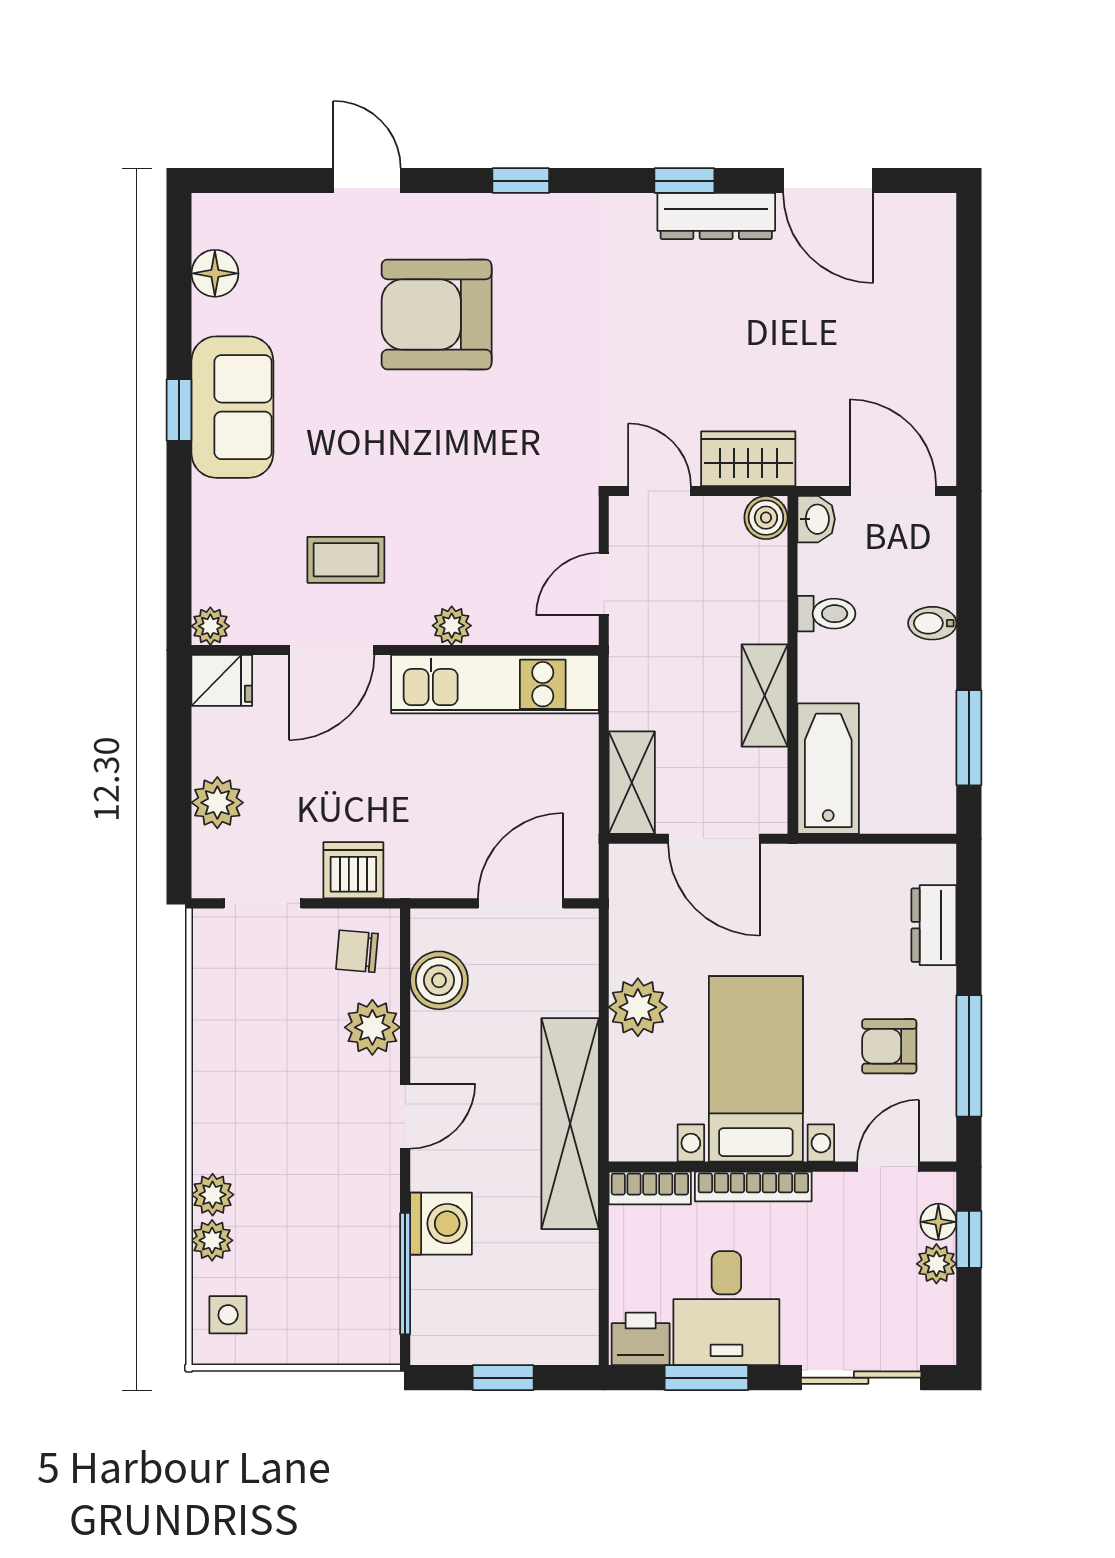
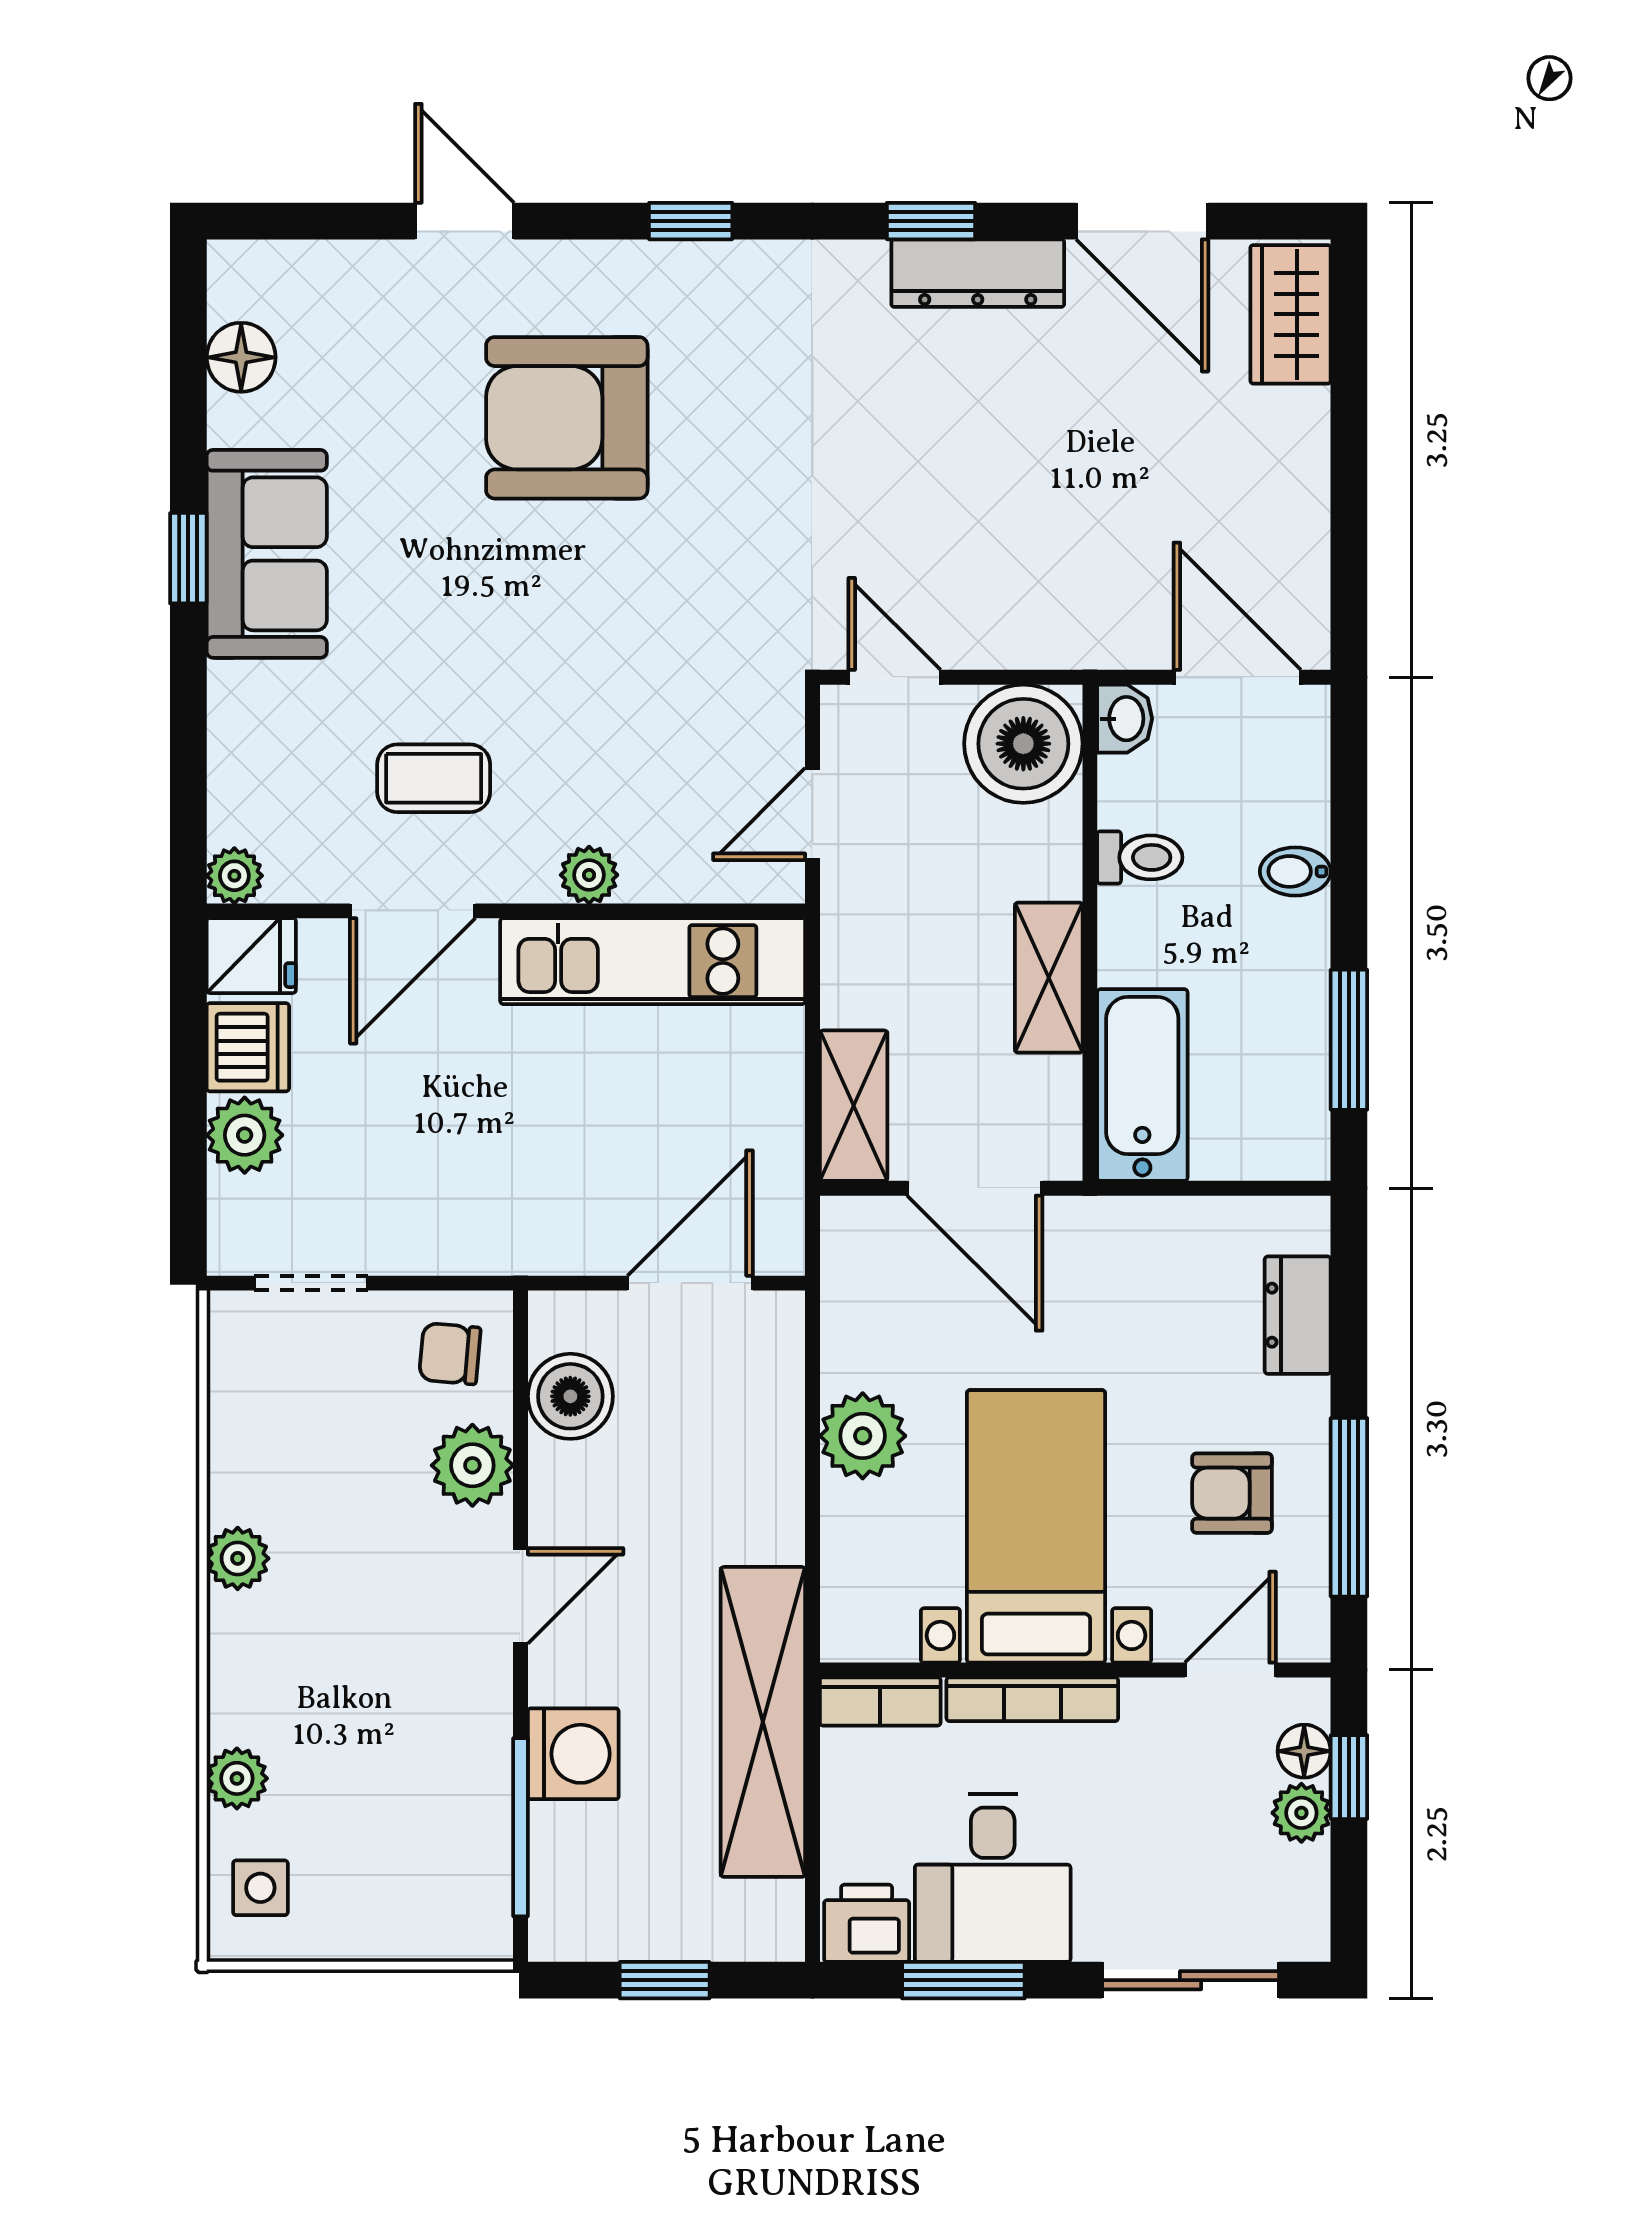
wardrobe: (748, 459) -> (1291, 314), moved, turned -90
boiler: (766, 518) -> (1023, 744), width x1.86, depth x1.86
dishwasher: (353, 870) -> (248, 1047), moved, turned 90
shelving: (570, 1124) -> (763, 1722), moved
plant: (213, 1195) -> (238, 1558), moved

